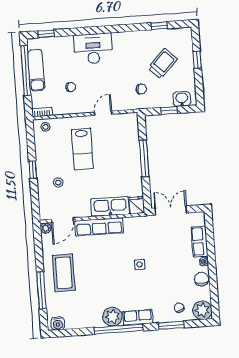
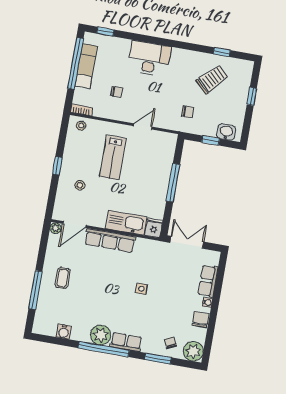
trolley: (163, 63) -> (212, 79), moved
coffee table: (64, 273) -> (63, 278), width x0.54, depth x0.58
water cooler: (58, 324) -> (64, 332), moved

